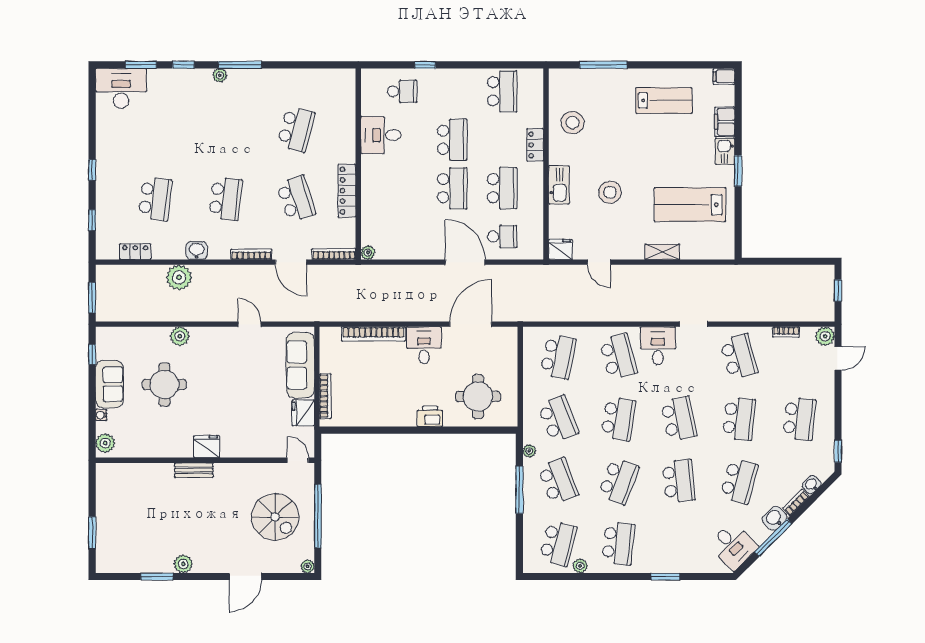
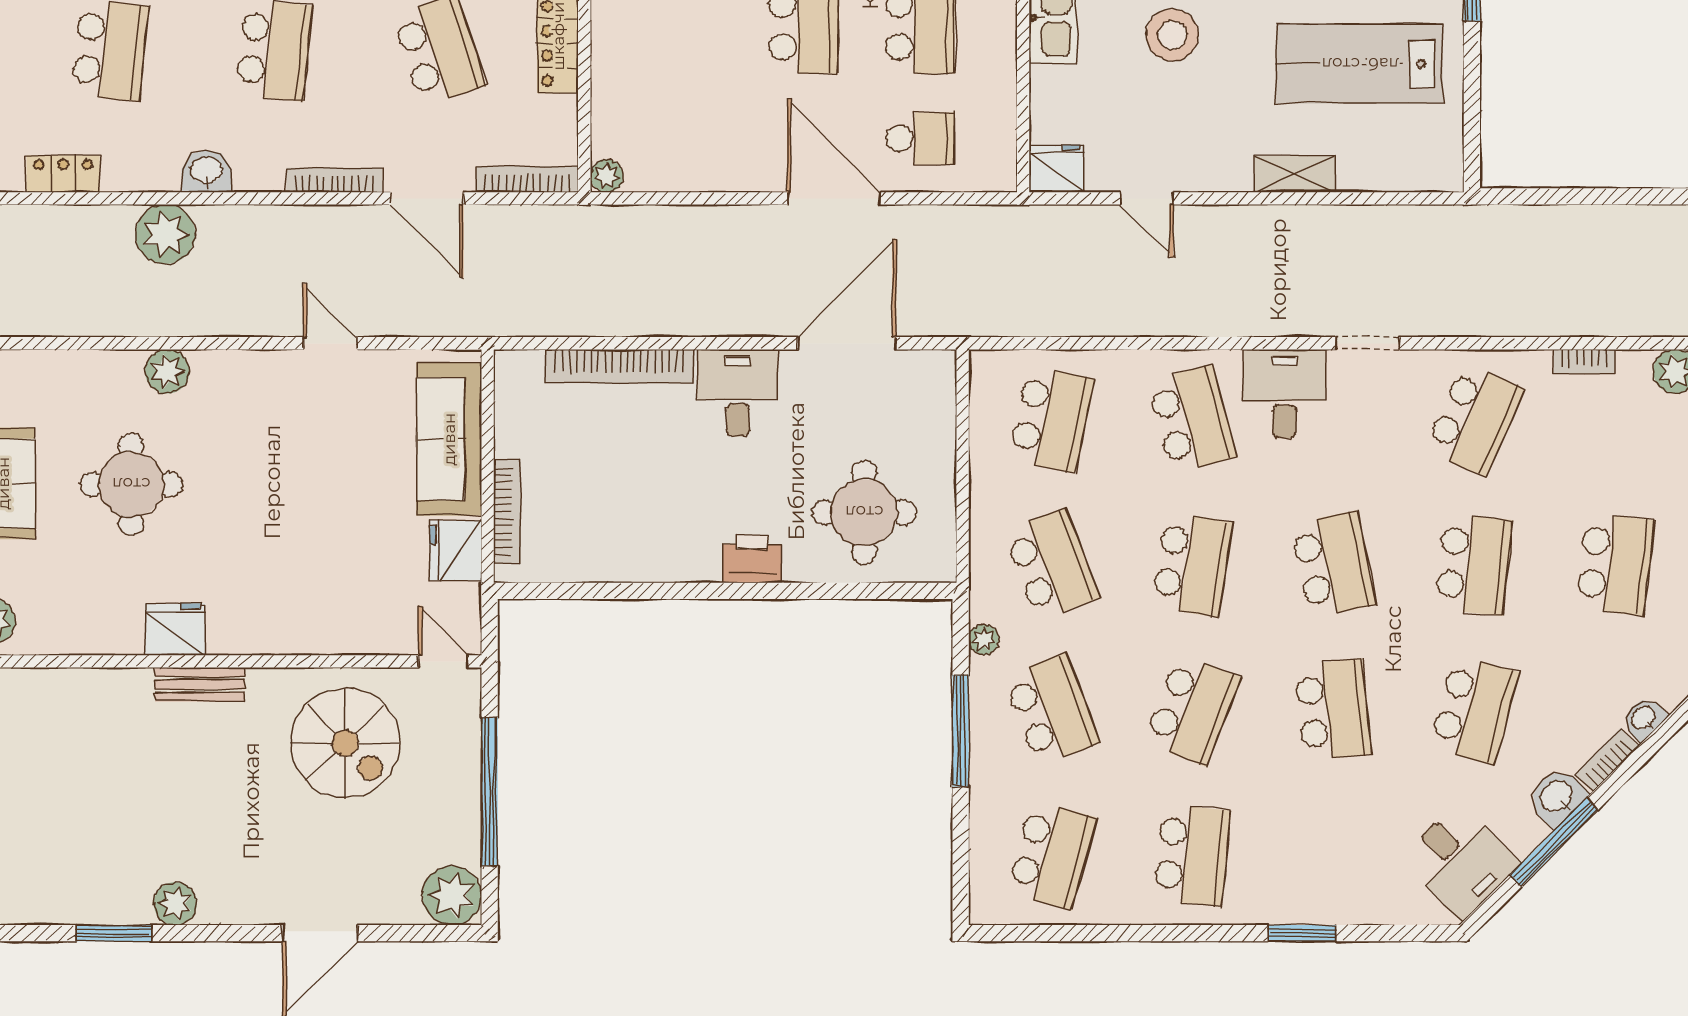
school desk: (739, 357) -> (1474, 419), turned 39
fridge: (207, 447) -> (175, 629), moved
spiral stairs: (275, 517) -> (345, 743), moved
plant: (308, 566) -> (452, 895), width x1.88, depth x1.88
plant: (580, 566) -> (1103, 908), removed

